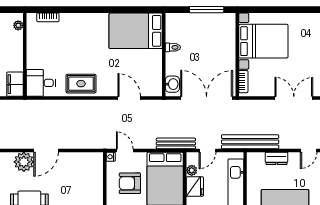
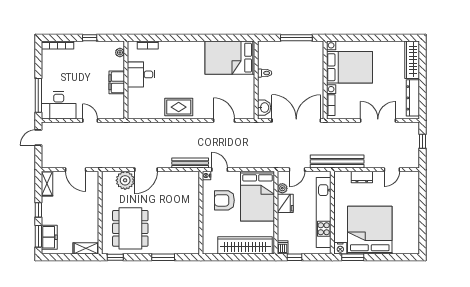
desk: (41, 83) -> (141, 74), moved
filing cabinet: (15, 84) -> (117, 82), moved
bench: (176, 143) -> (190, 163), moved

